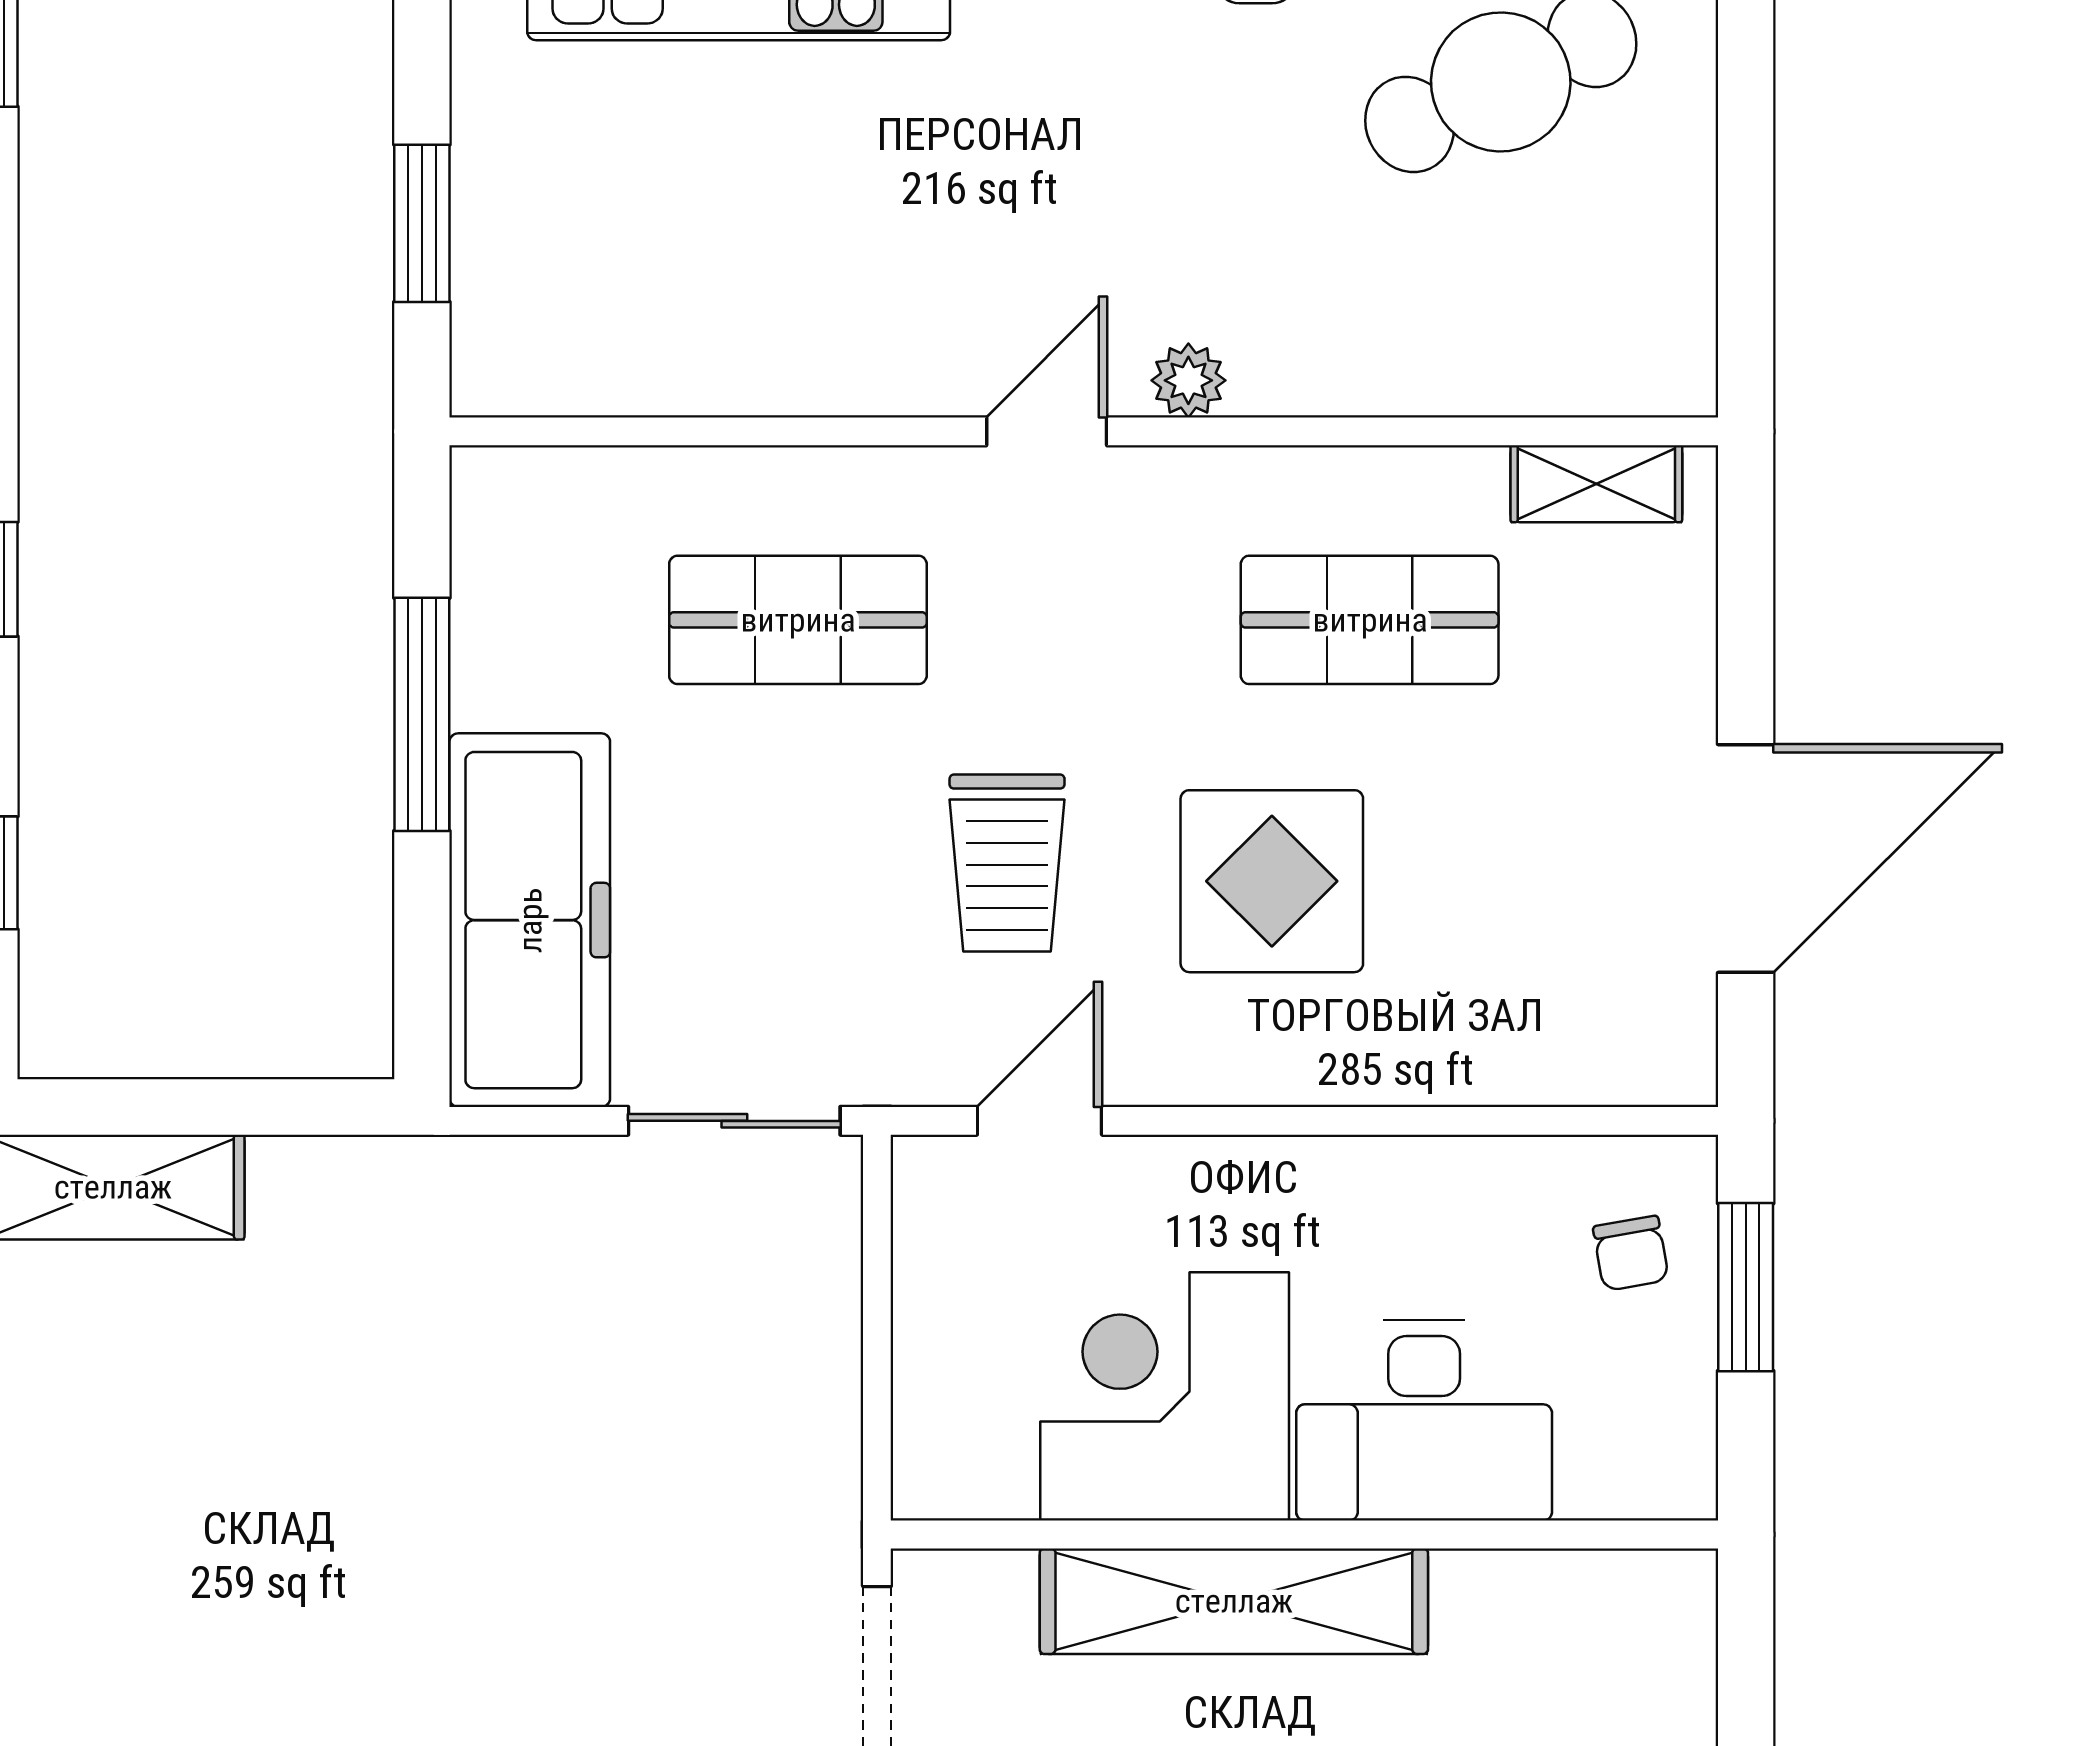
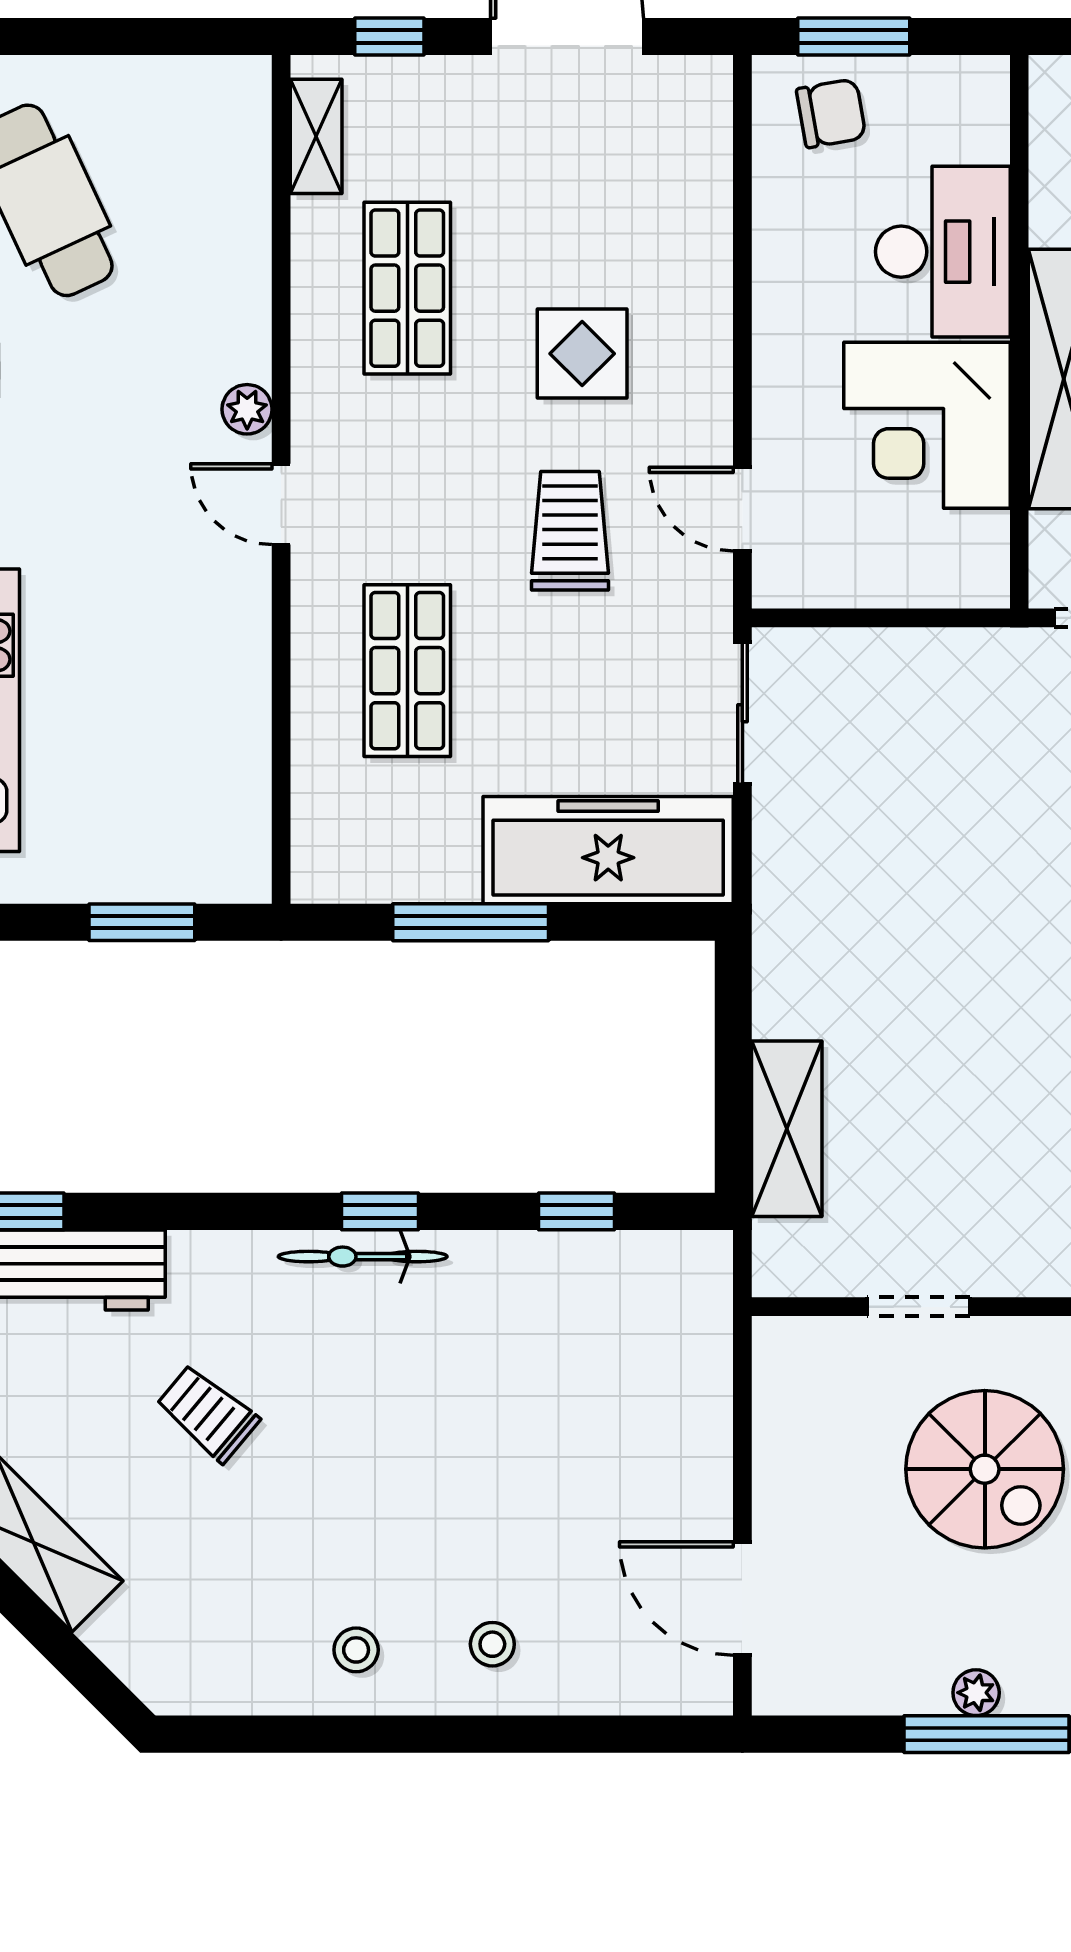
window: (1746, 593) -> (389, 36), added
trolley: (1007, 863) -> (570, 531), turned -90
display table: (1272, 881) -> (582, 354), width x0.73, depth x0.73
chair: (1631, 1253) -> (831, 113), width x1.37, depth x1.37

